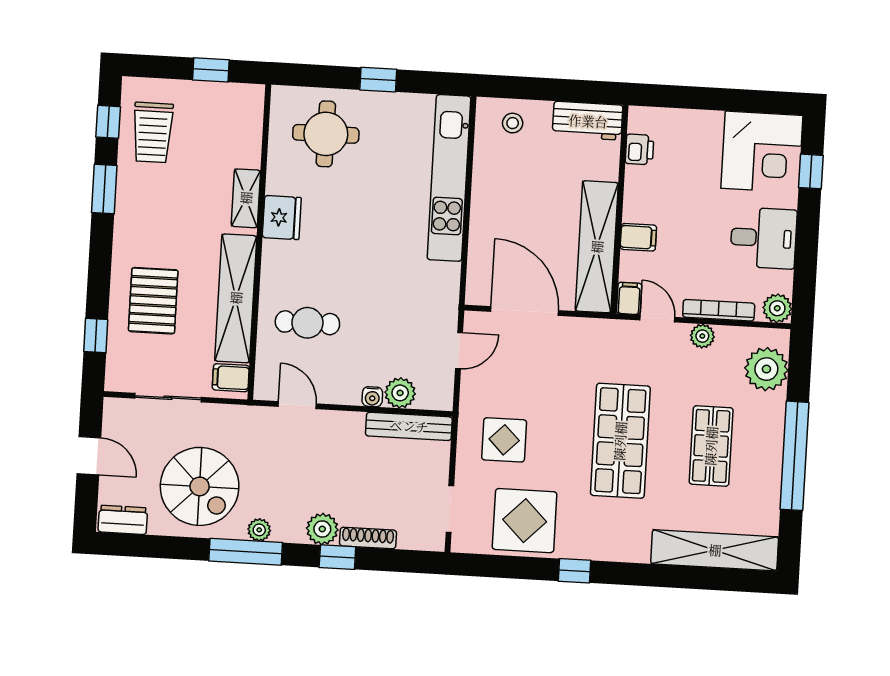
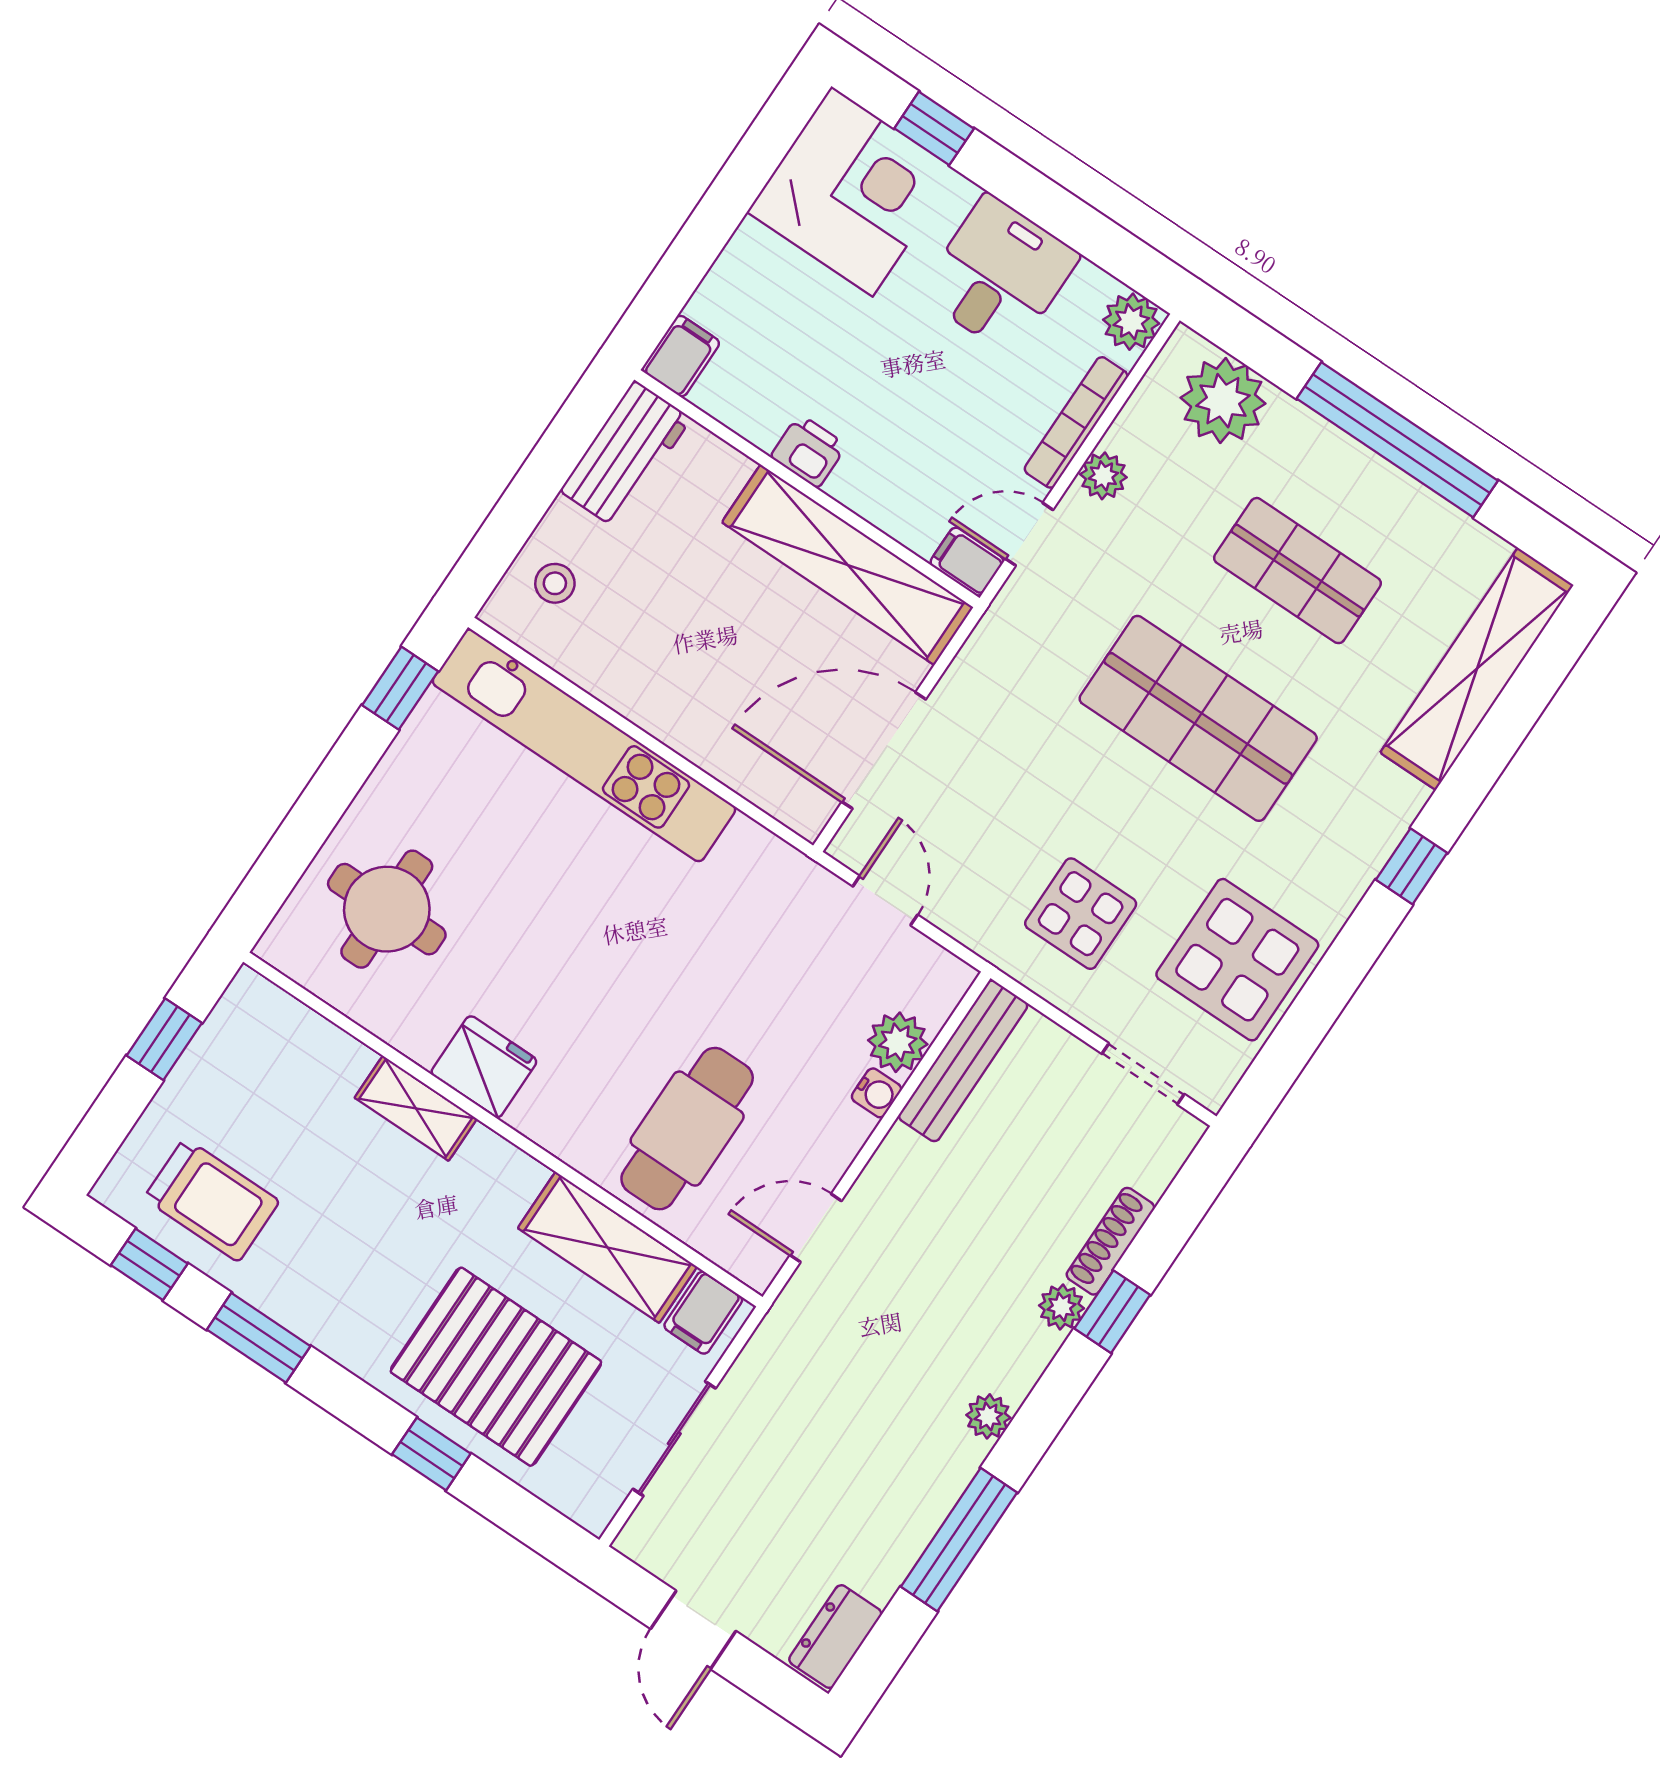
window: (378, 80) -> (400, 688), moved
printer: (639, 149) -> (808, 451), moved
filing cabinet: (638, 237) -> (681, 356), moved
shelving: (236, 298) -> (607, 1247), width x0.68
pallet: (153, 301) -> (496, 1367), width x1.37, depth x1.41
cafe table: (307, 323) -> (687, 1129), width x1.37, depth x1.35
window: (96, 335) -> (431, 1454), moved
door: (89, 456) -> (693, 1630), swing flipped
spiral stairs: (200, 486) -> (855, 1474), removed
plant: (322, 529) -> (1061, 1307), width x0.73, depth x0.73
window: (246, 552) -> (959, 1540), moved
window: (575, 571) -> (1411, 866), moved

